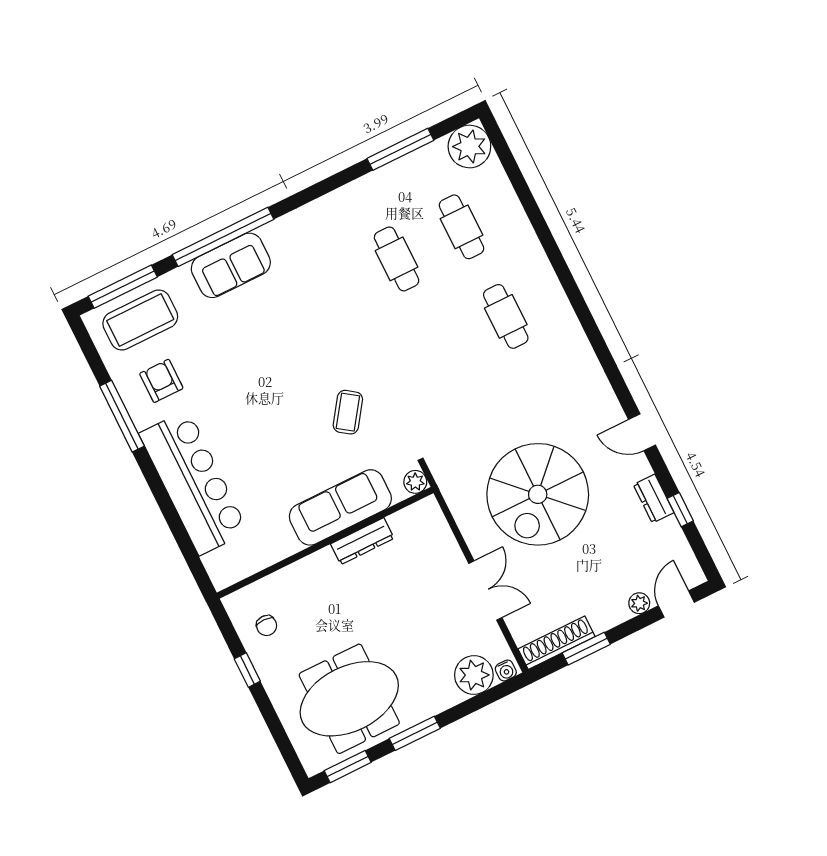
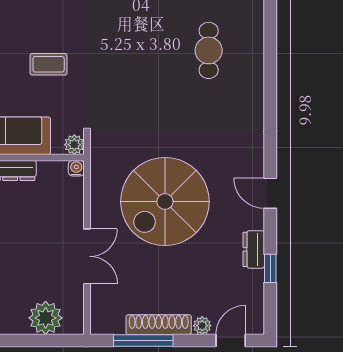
coffee table: (348, 412) -> (49, 64), turned 55
shoe rack: (557, 643) -> (159, 325), moved
window: (586, 649) -> (143, 341), width x1.44
water cooler: (506, 671) -> (76, 168), moved, turned 180

